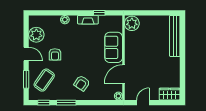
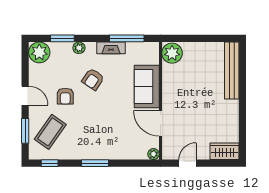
window: (53, 13) -> (62, 38), added
window: (99, 13) -> (127, 38), width x2.17
plant: (36, 35) -> (39, 52), moved
door: (124, 74) -> (160, 123), hinge flipped
armchair: (82, 83) -> (93, 79), moved
window: (66, 103) -> (95, 163), moved

